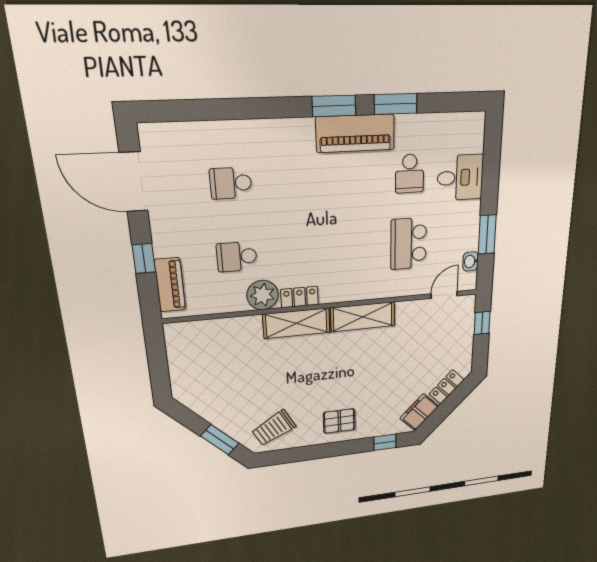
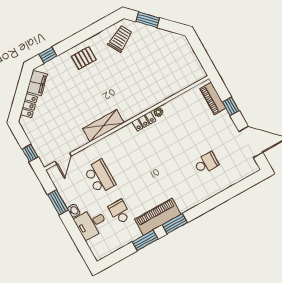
school desk: (237, 257) -> (187, 128), removed
washbasin: (471, 261) -> (74, 211), moved
plant: (263, 295) -> (158, 112), width x0.53, depth x0.53
shelving: (297, 323) -> (138, 106), removed

